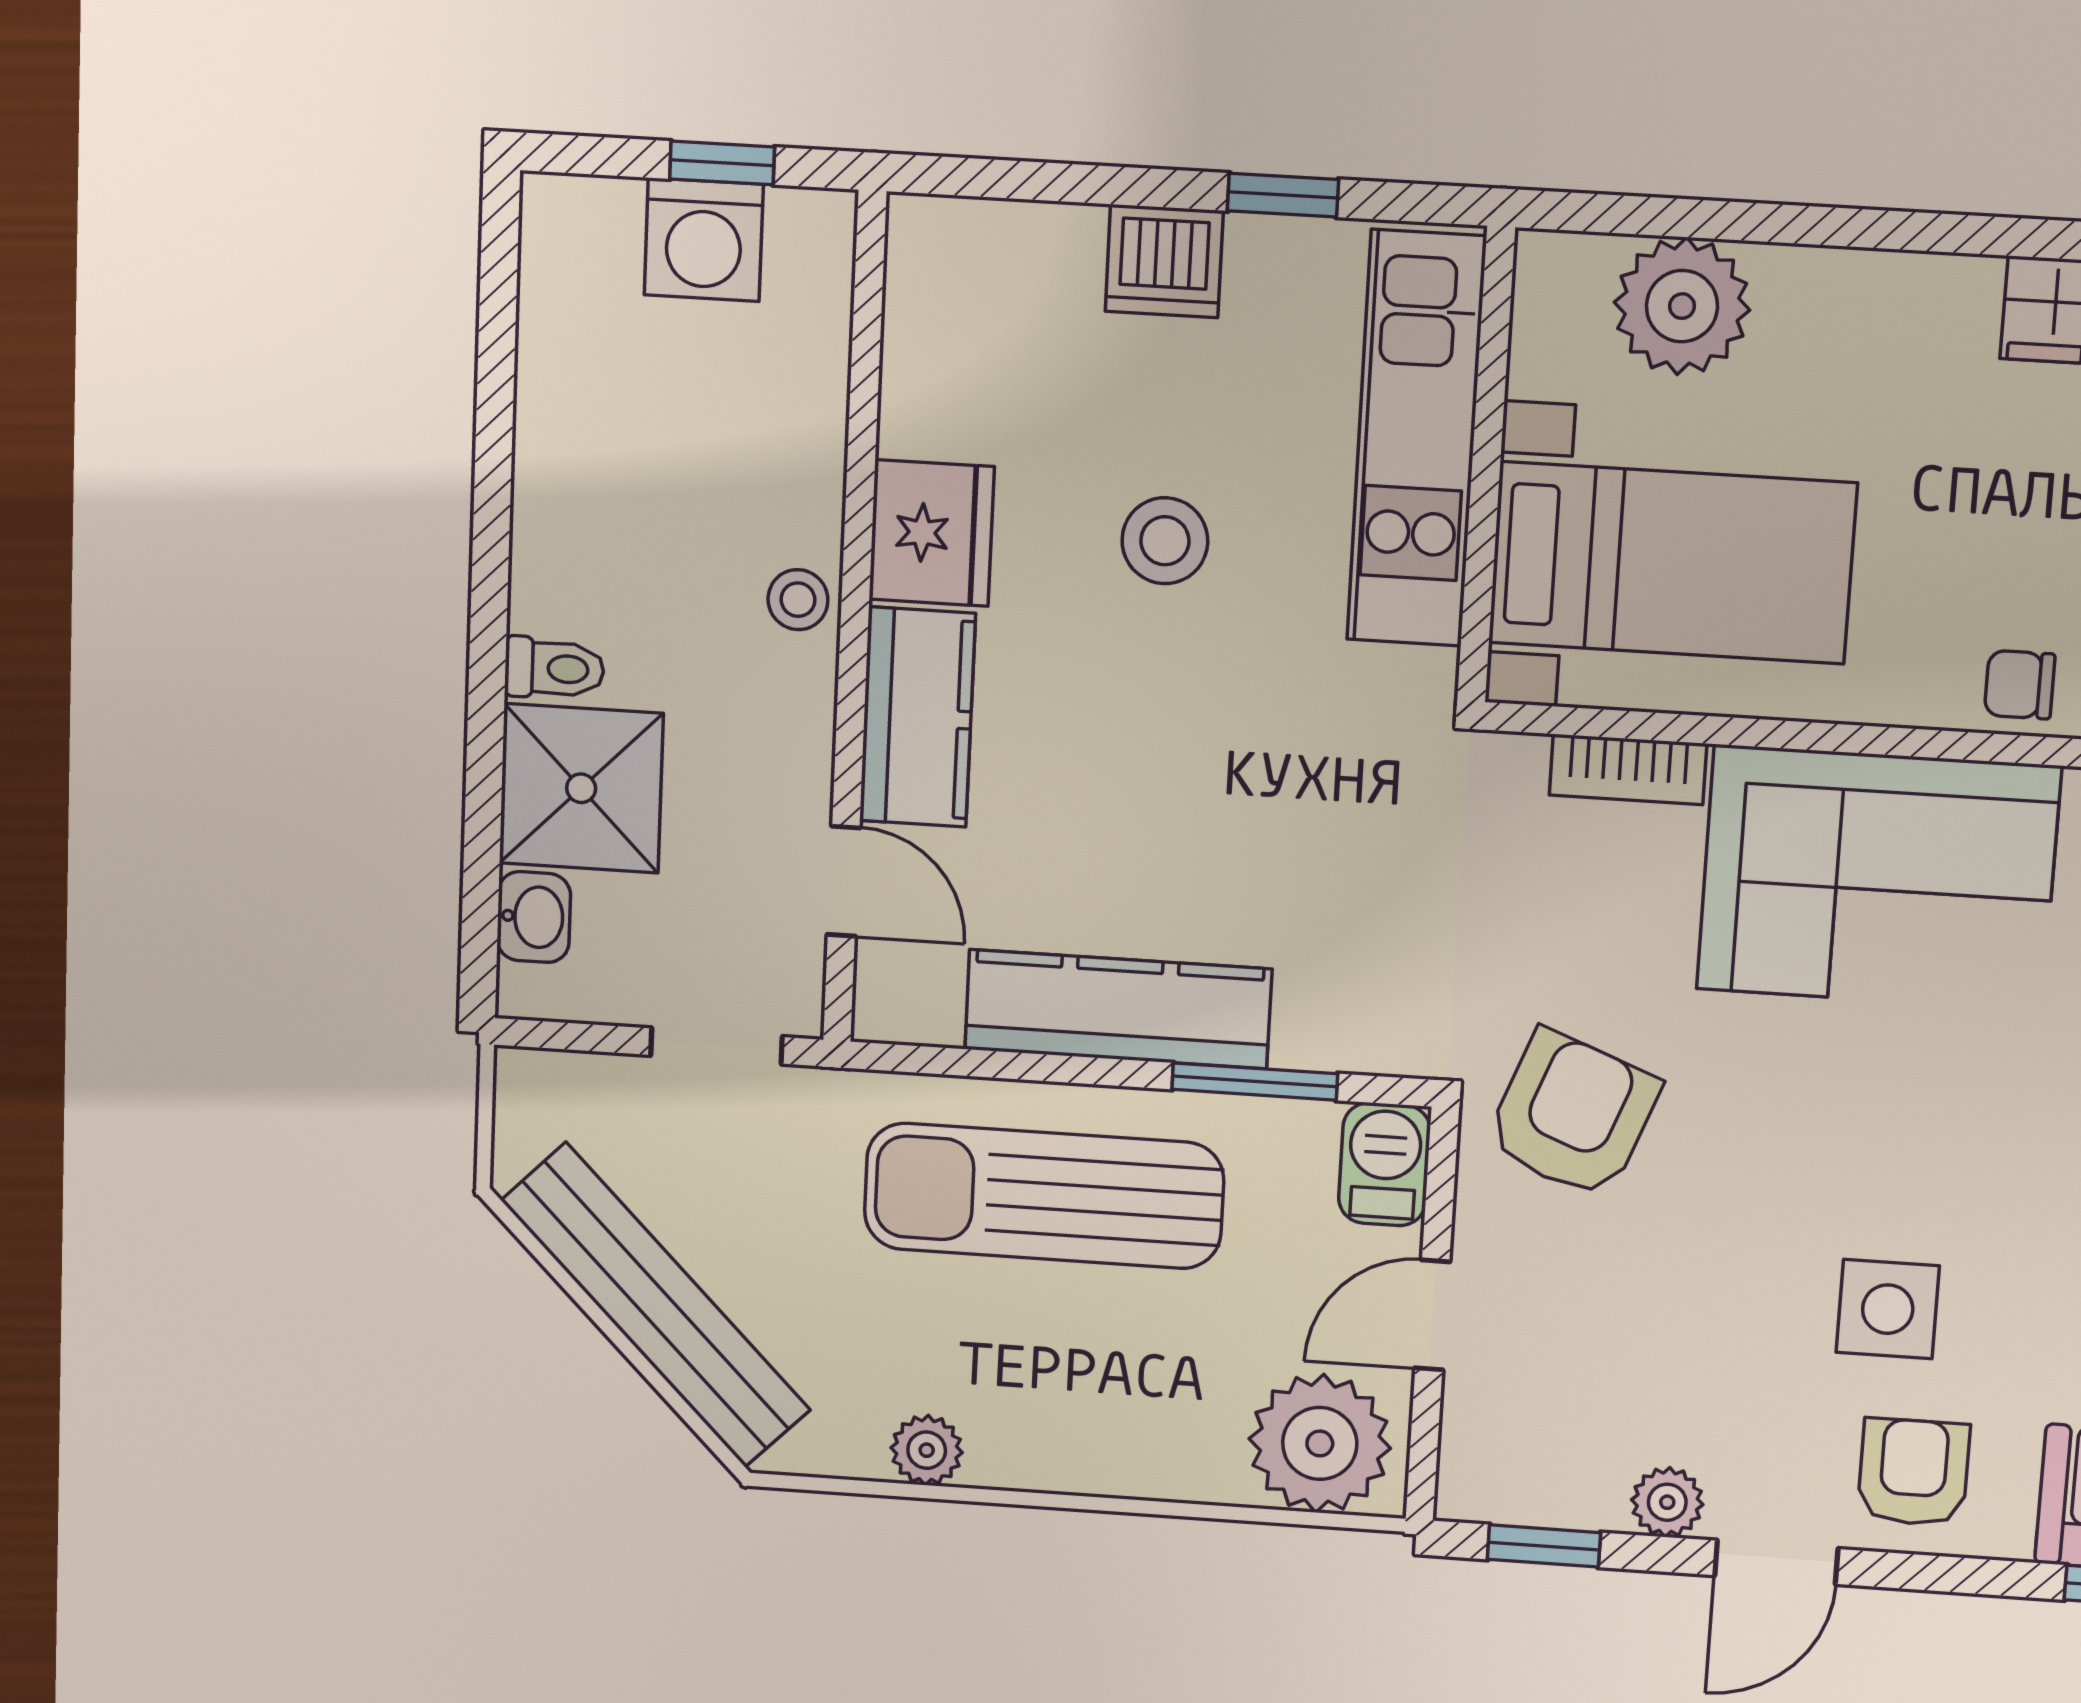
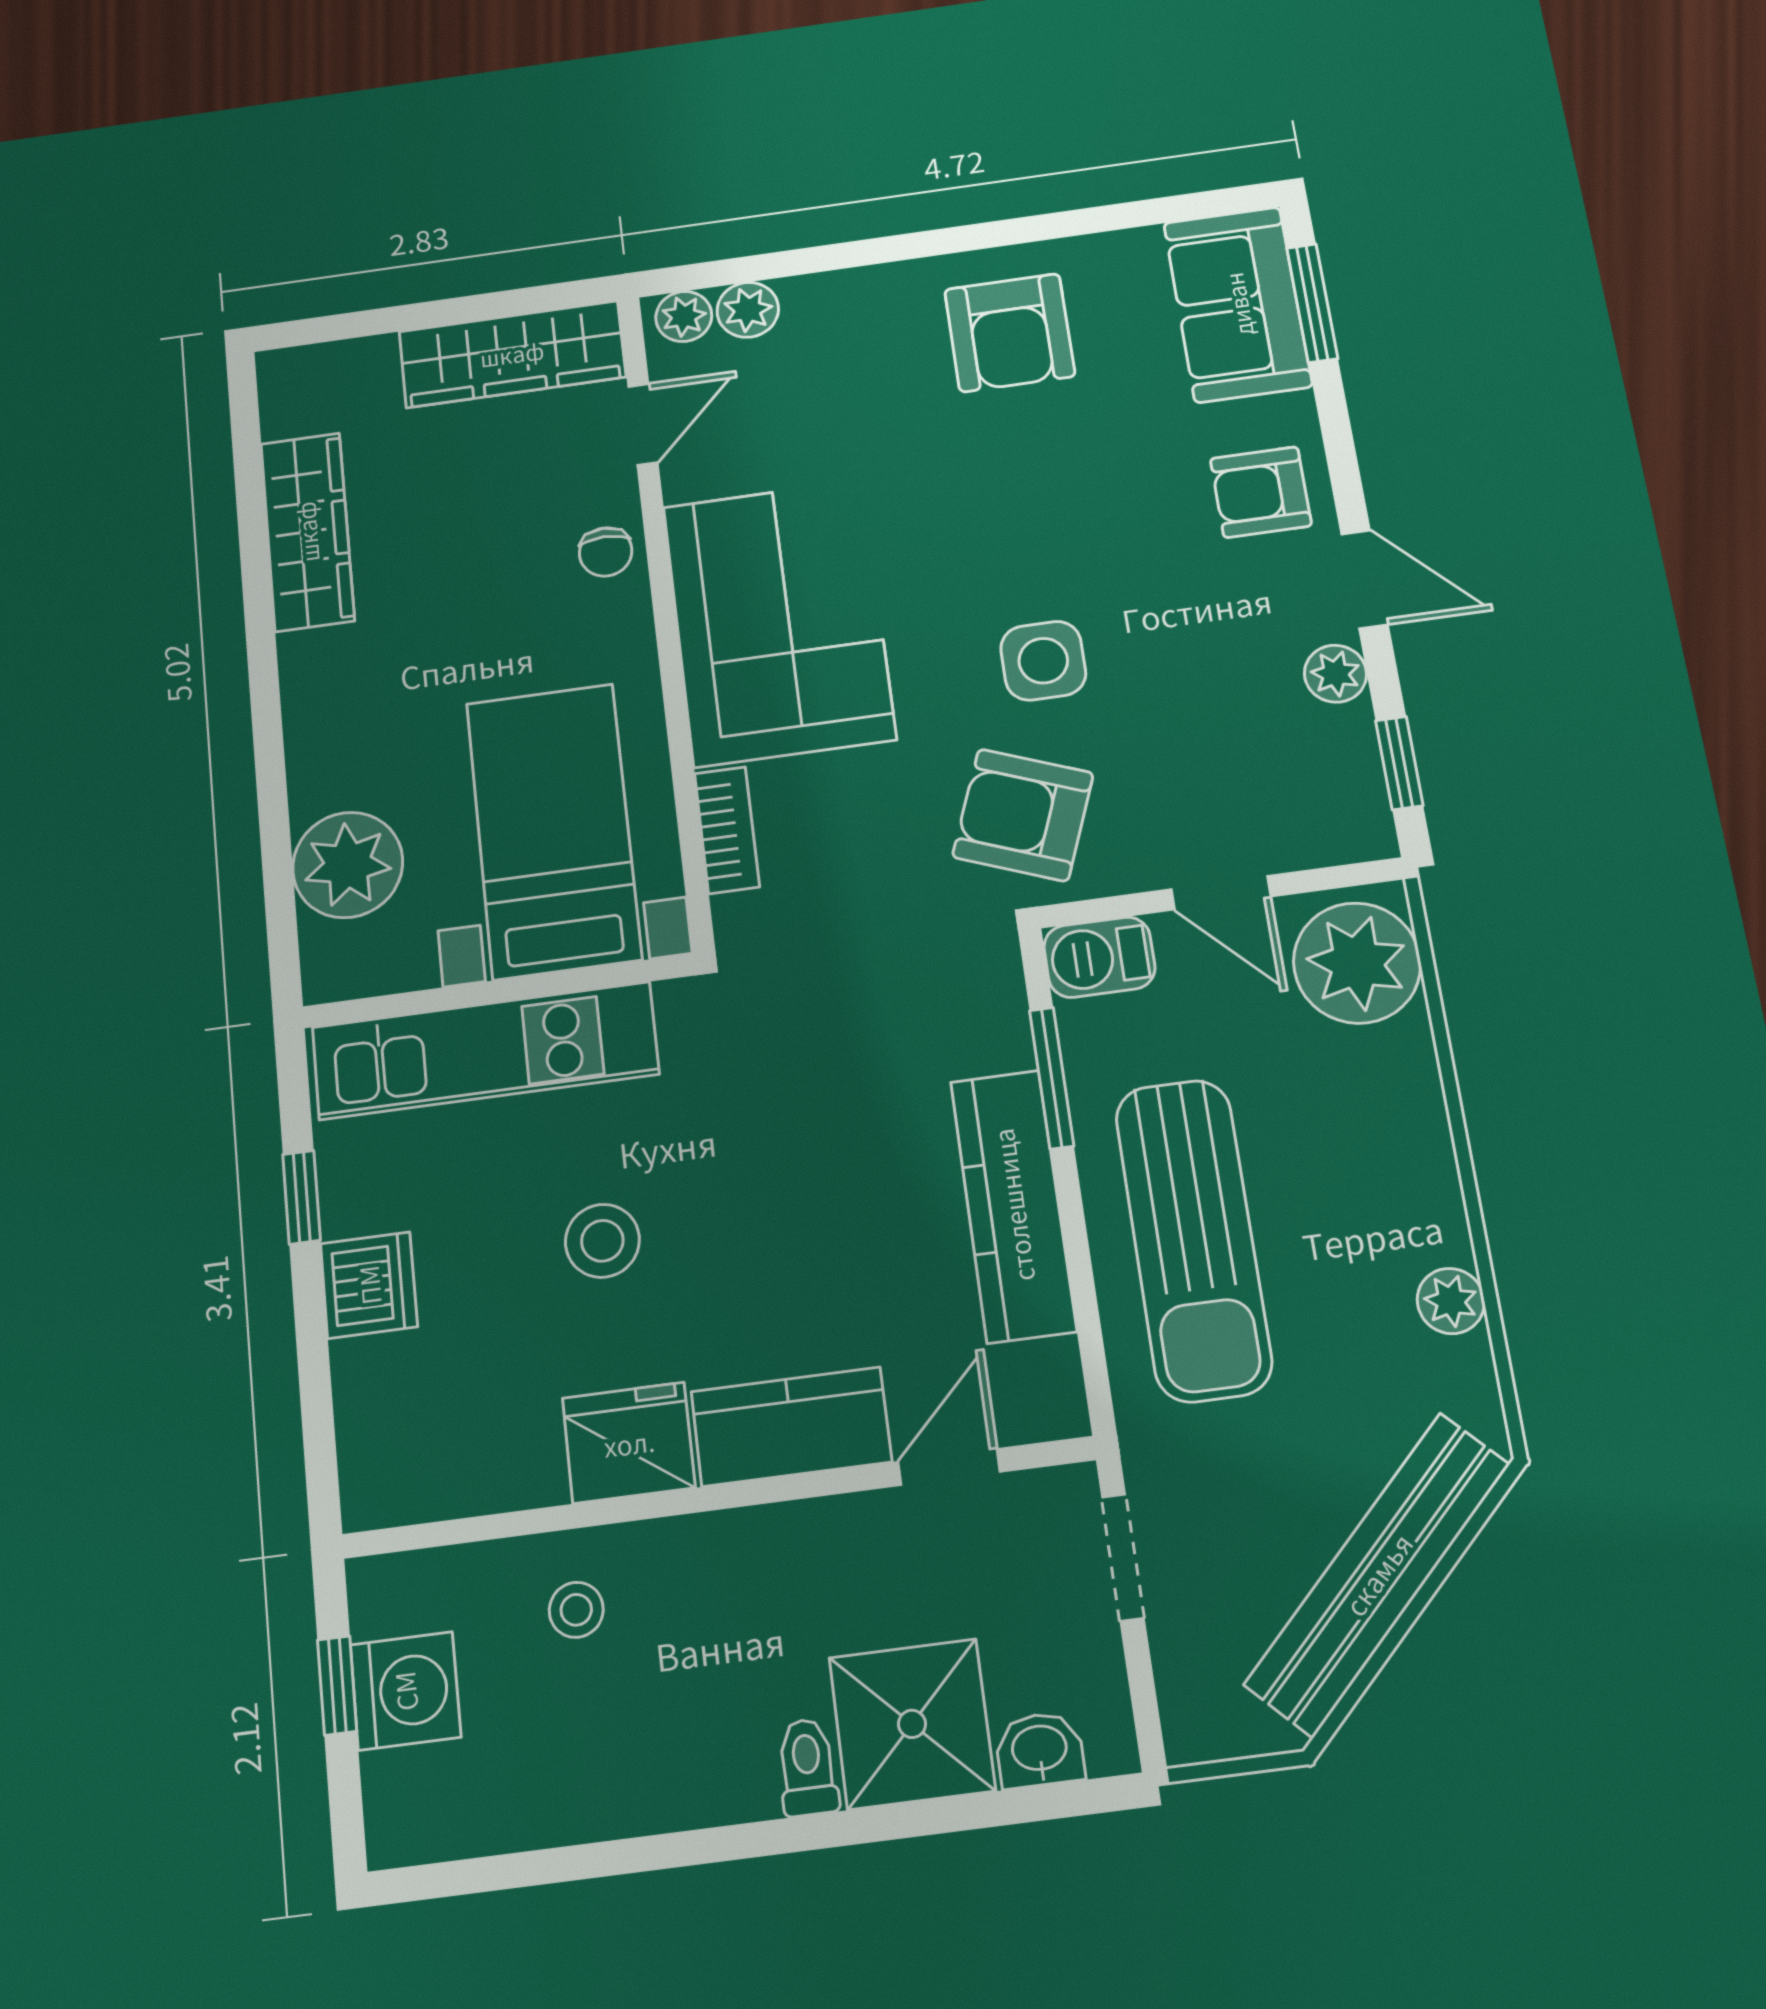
stool: (798, 600) -> (576, 1610), moved
side table: (1888, 1309) -> (1043, 661), moved

